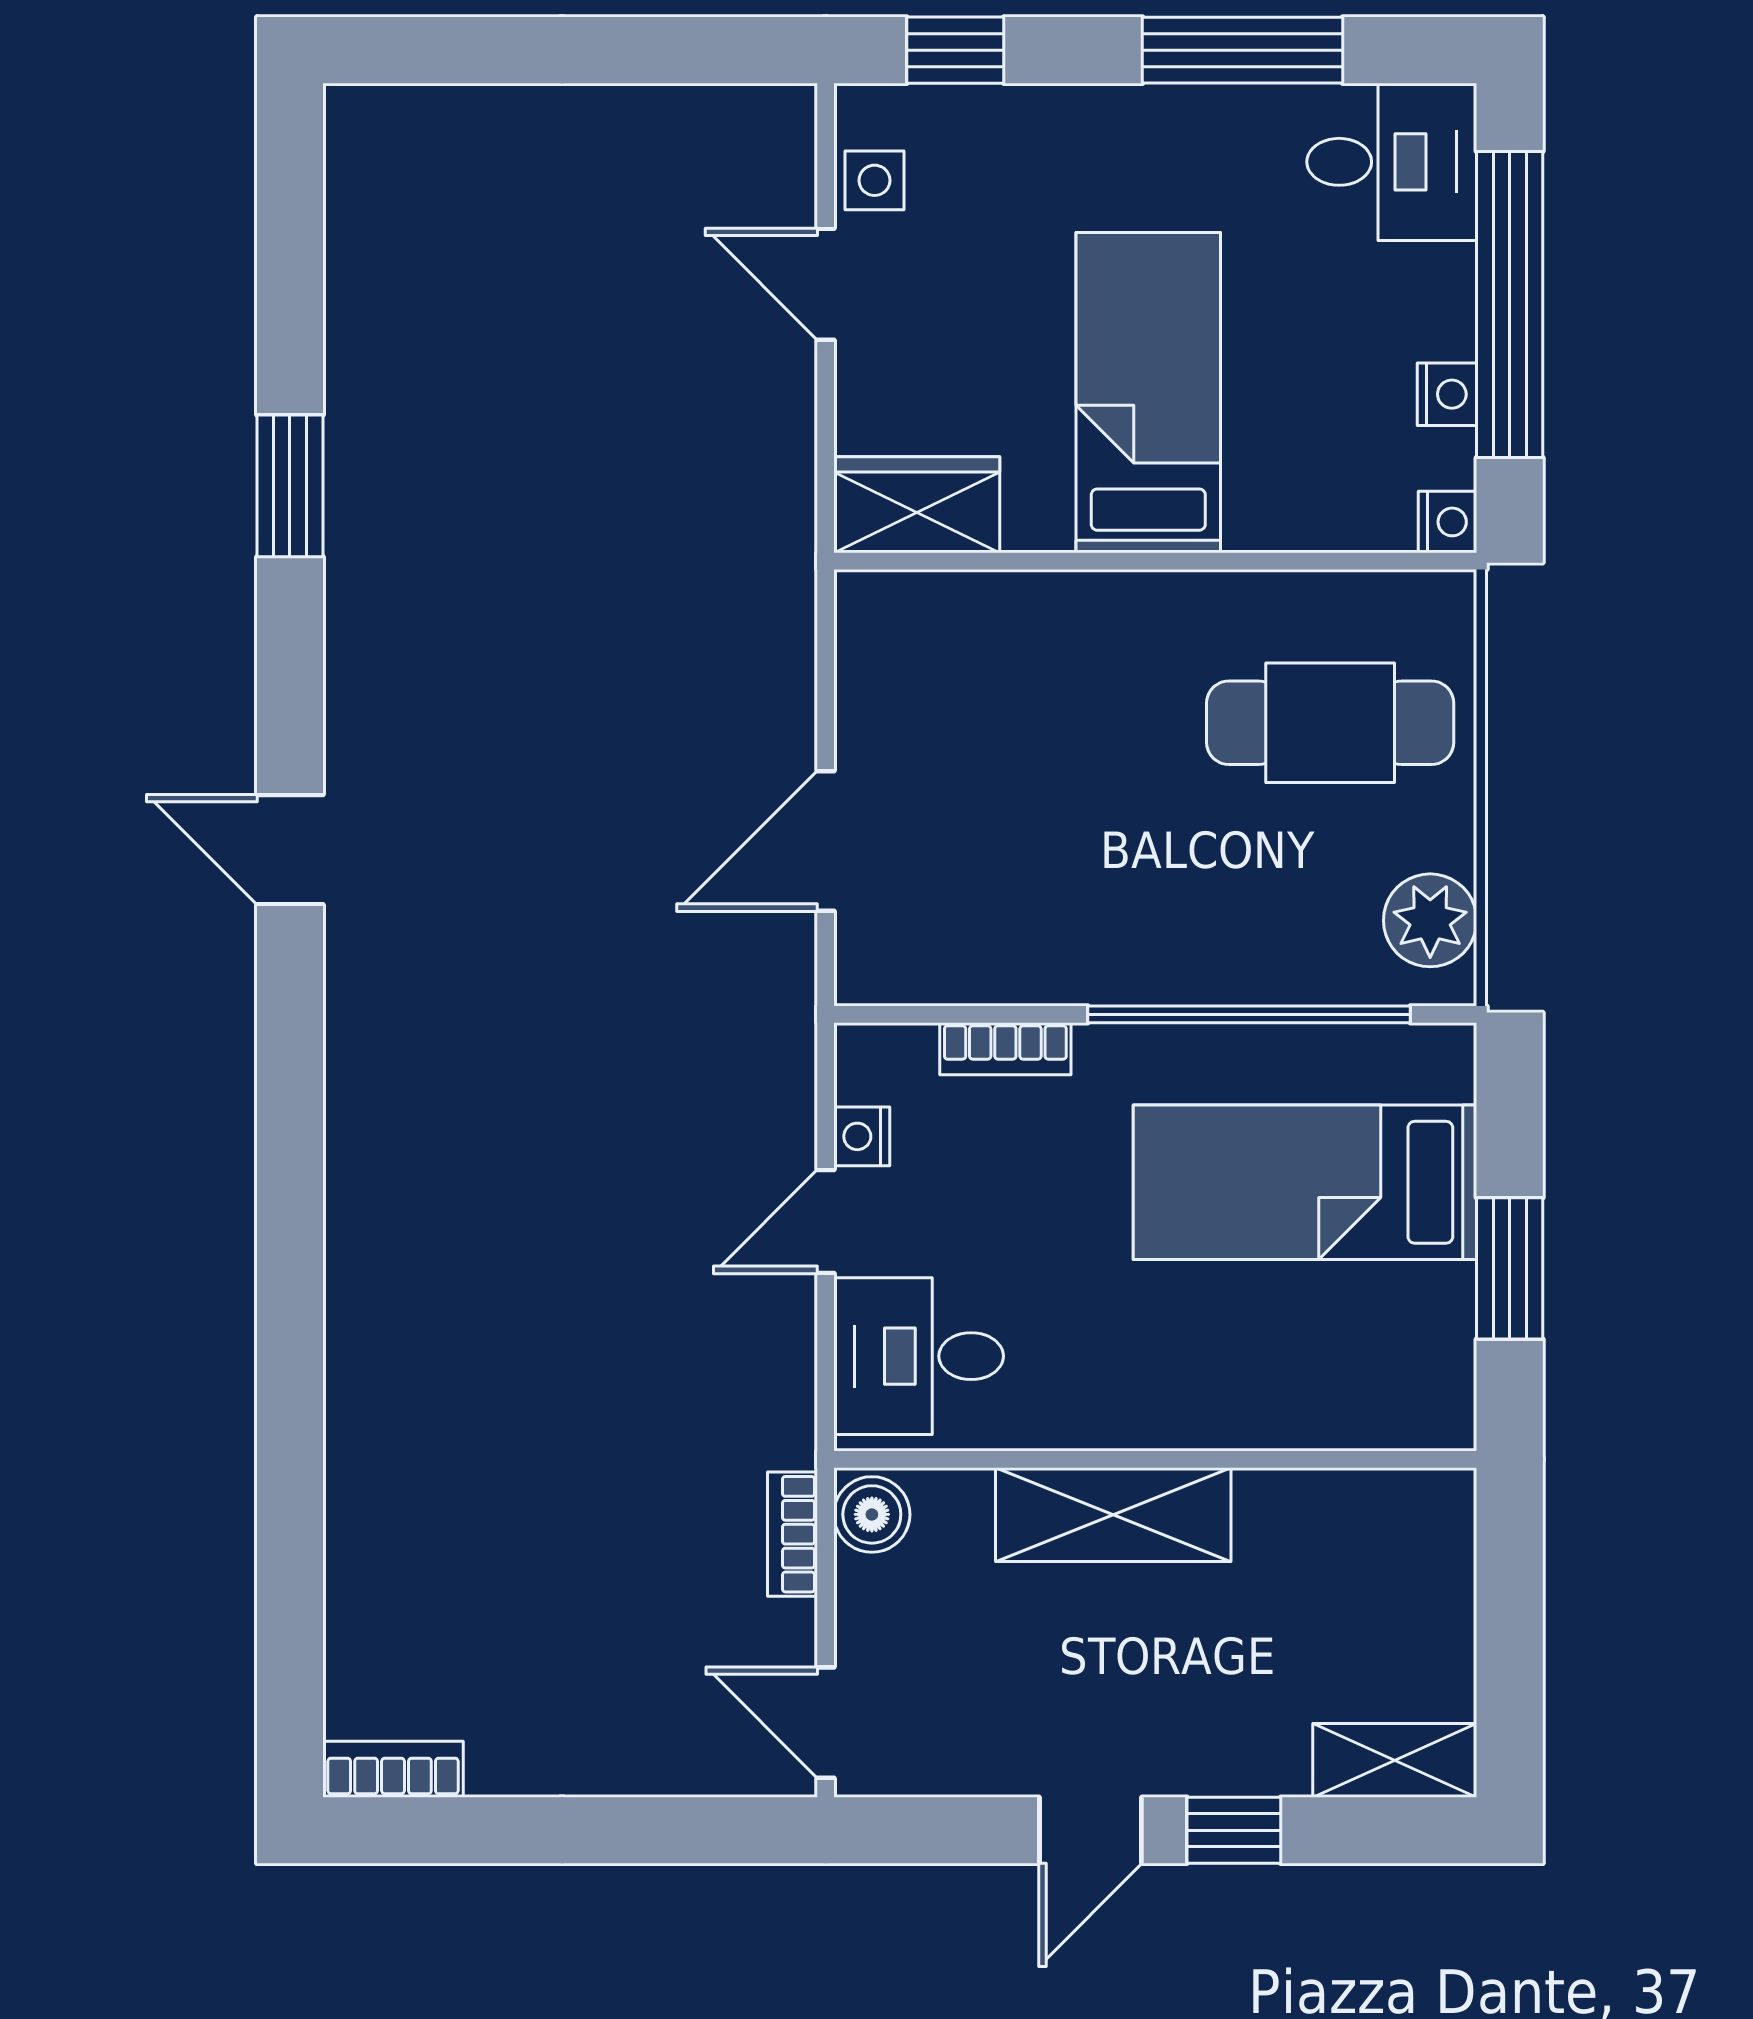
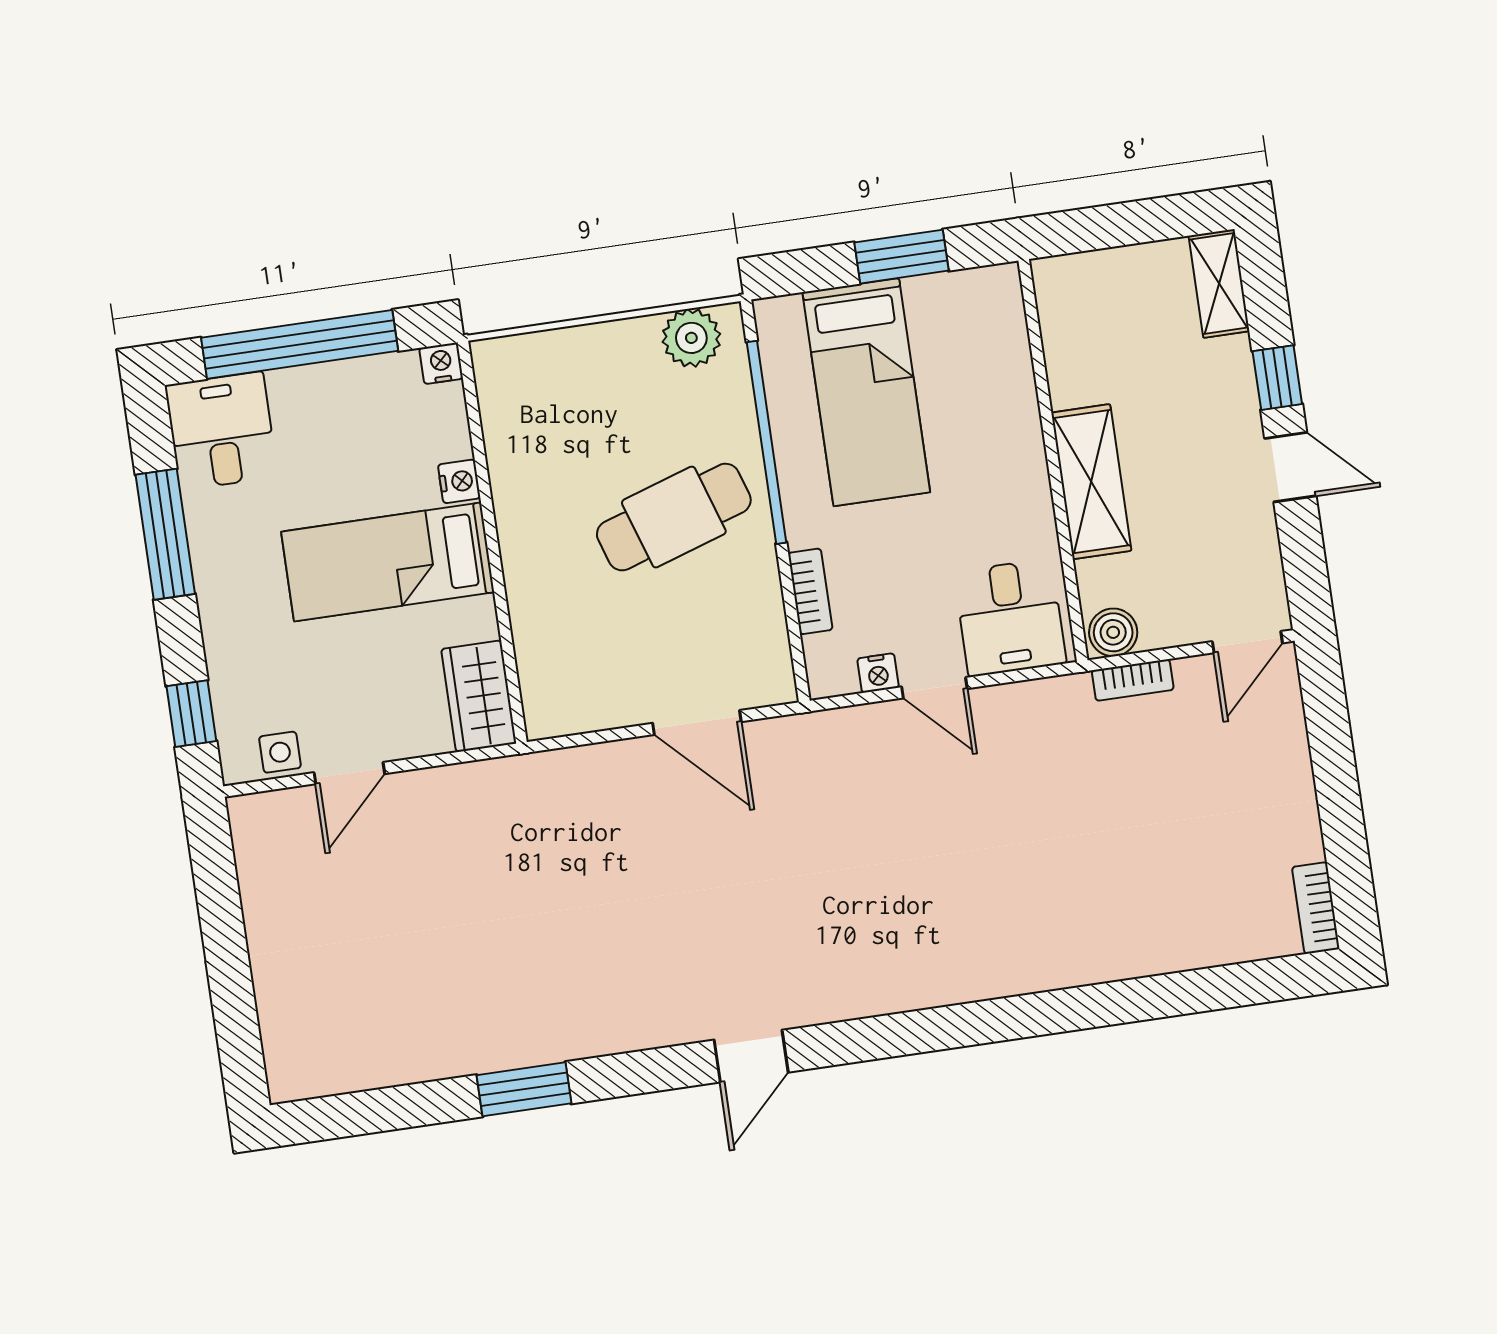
nightstand: (1447, 394) -> (459, 481), moved, turned 90
cafe table: (1330, 723) -> (674, 517), moved, turned 72

